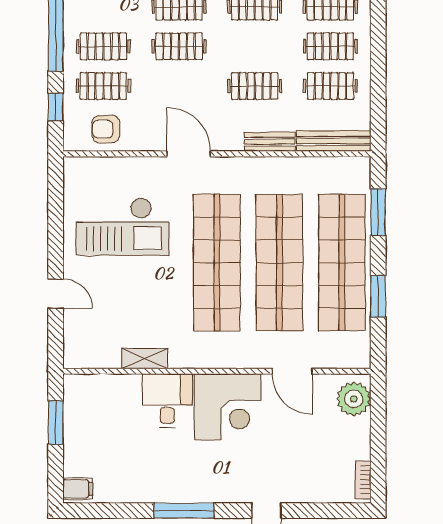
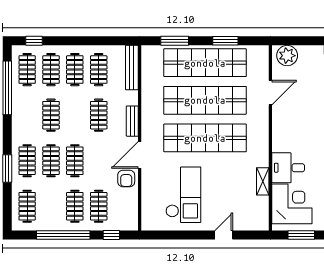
armchair: (106, 129) -> (126, 179), moved
bench: (270, 142) -> (132, 121), moved
corner desk: (228, 407) -> (292, 204), moved

